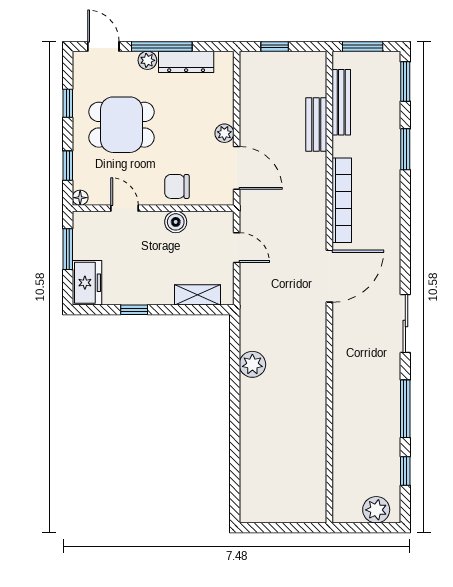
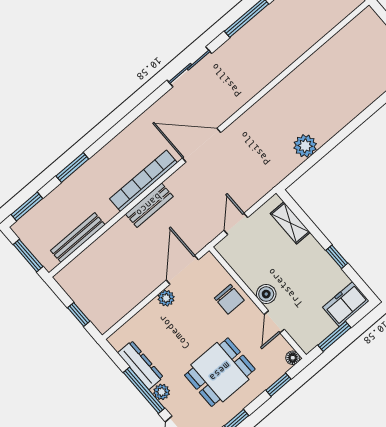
bench: (316, 124) -> (149, 205), moved
dining table: (122, 125) -> (220, 372), turned 90
boiler: (176, 222) -> (266, 294), moved

